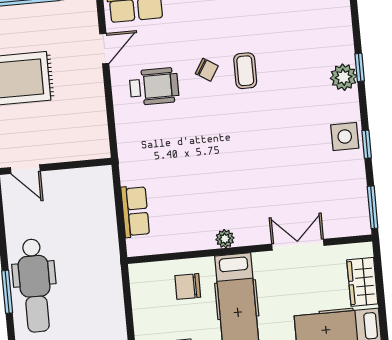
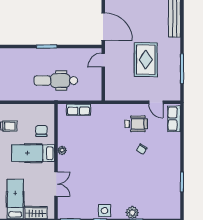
coffee table: (245, 71) -> (140, 167), removed
wheelchair: (154, 86) -> (136, 124), turned -90
dental chair: (35, 285) -> (56, 81), moved

